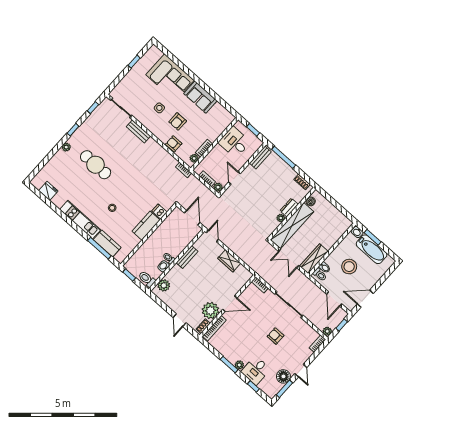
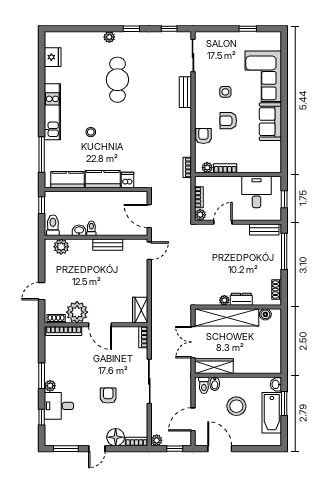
door: (192, 218) -> (149, 216), swing flipped
kitchen counter: (107, 244) -> (68, 180), moved, turned -90
wardrobe: (229, 261) -> (140, 310), moved
floor lamp: (283, 376) -> (116, 437), moved

